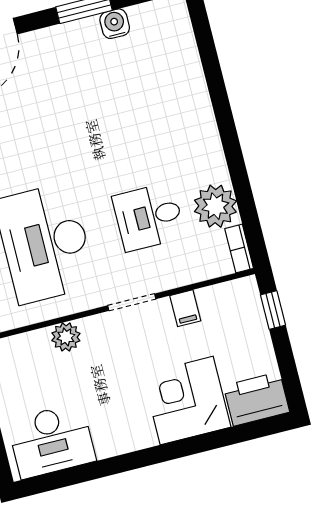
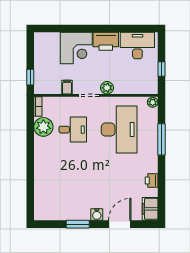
water cooler: (115, 24) -> (97, 215), moved
plant: (66, 337) -> (107, 88), moved
printer: (256, 399) -> (106, 41), moved

